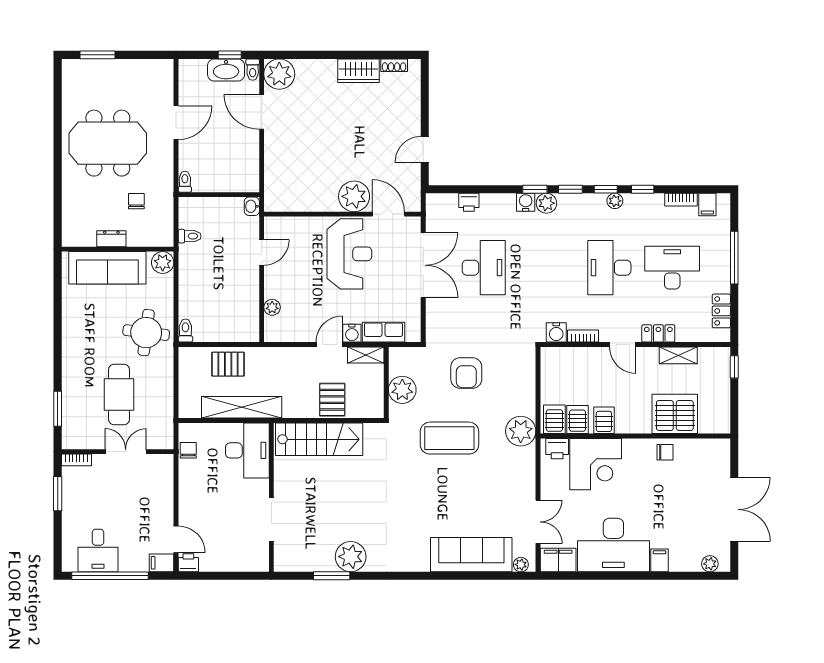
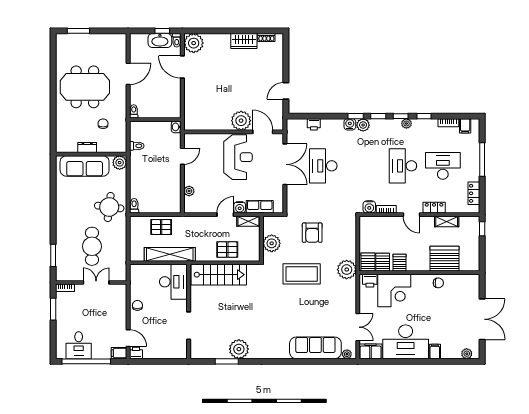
desk: (484, 268) -> (323, 166), turned 180
pallet: (332, 400) -> (227, 250), turned 90
chair: (188, 450) -> (137, 305), moved

